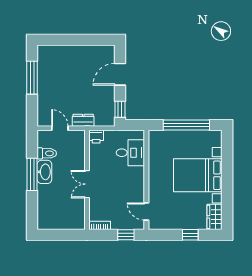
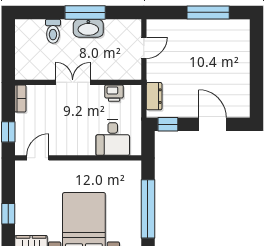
dresser: (83, 120) -> (154, 96), moved
printer: (96, 137) -> (114, 93), moved, turned -90
toilet: (47, 153) -> (53, 31), moved

